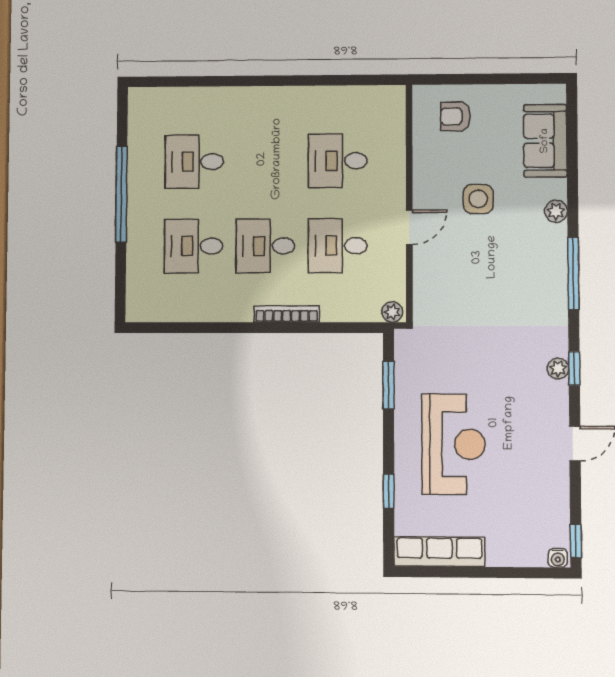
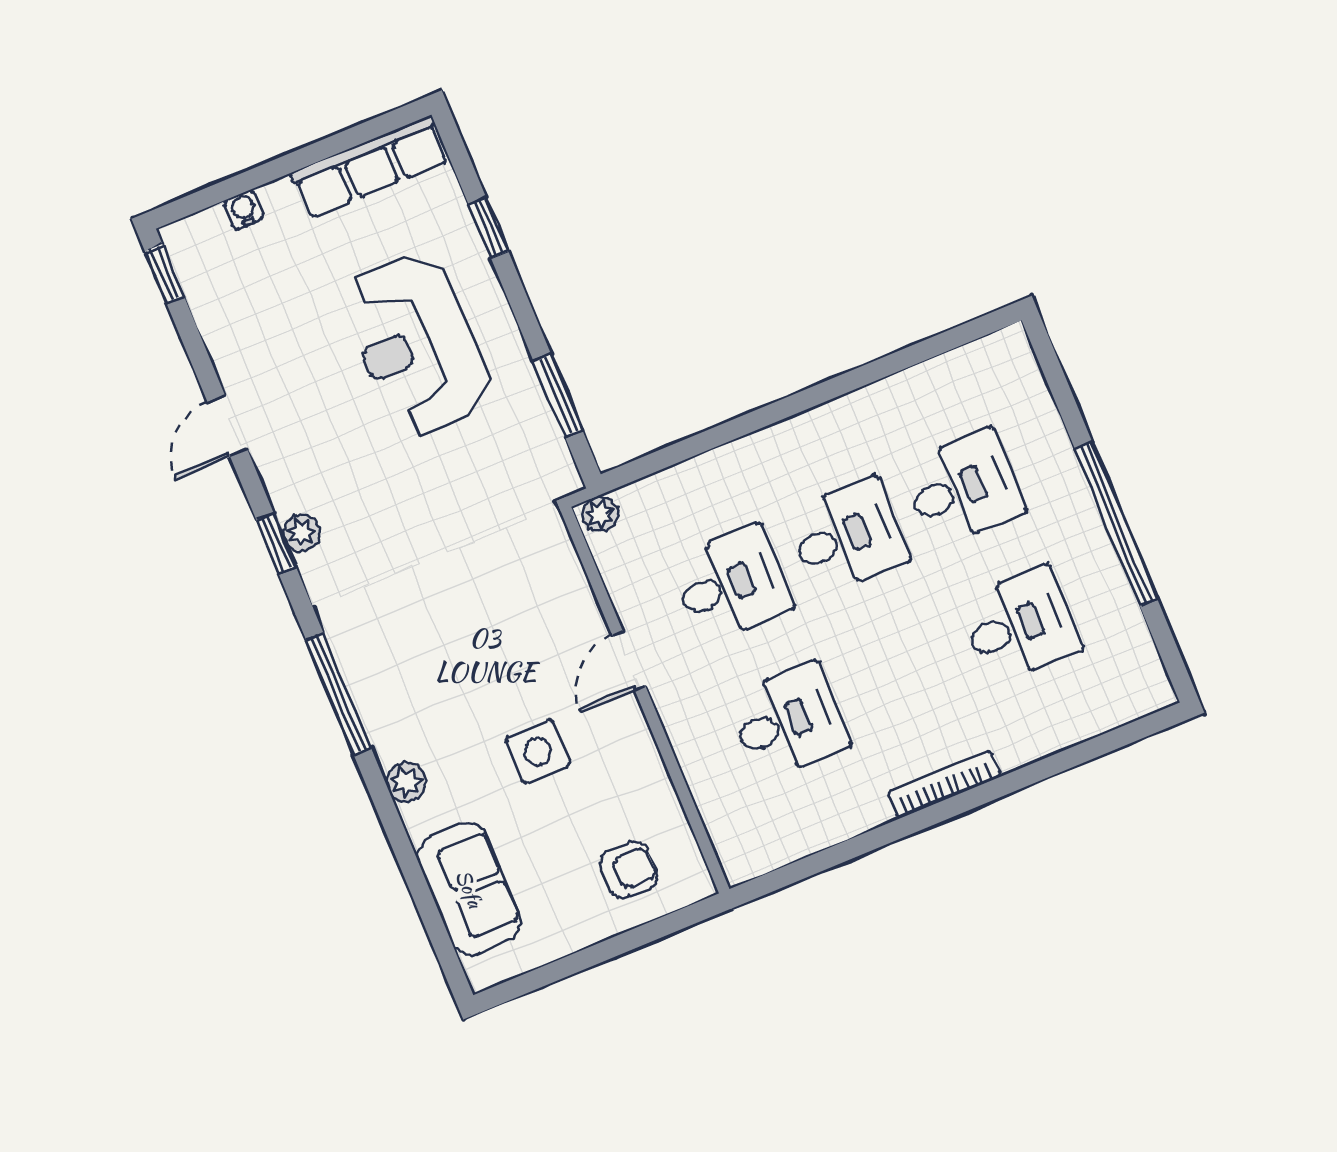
bookcase: (287, 314) -> (944, 785), moved, turned 180
water cooler: (558, 558) -> (244, 210), moved

